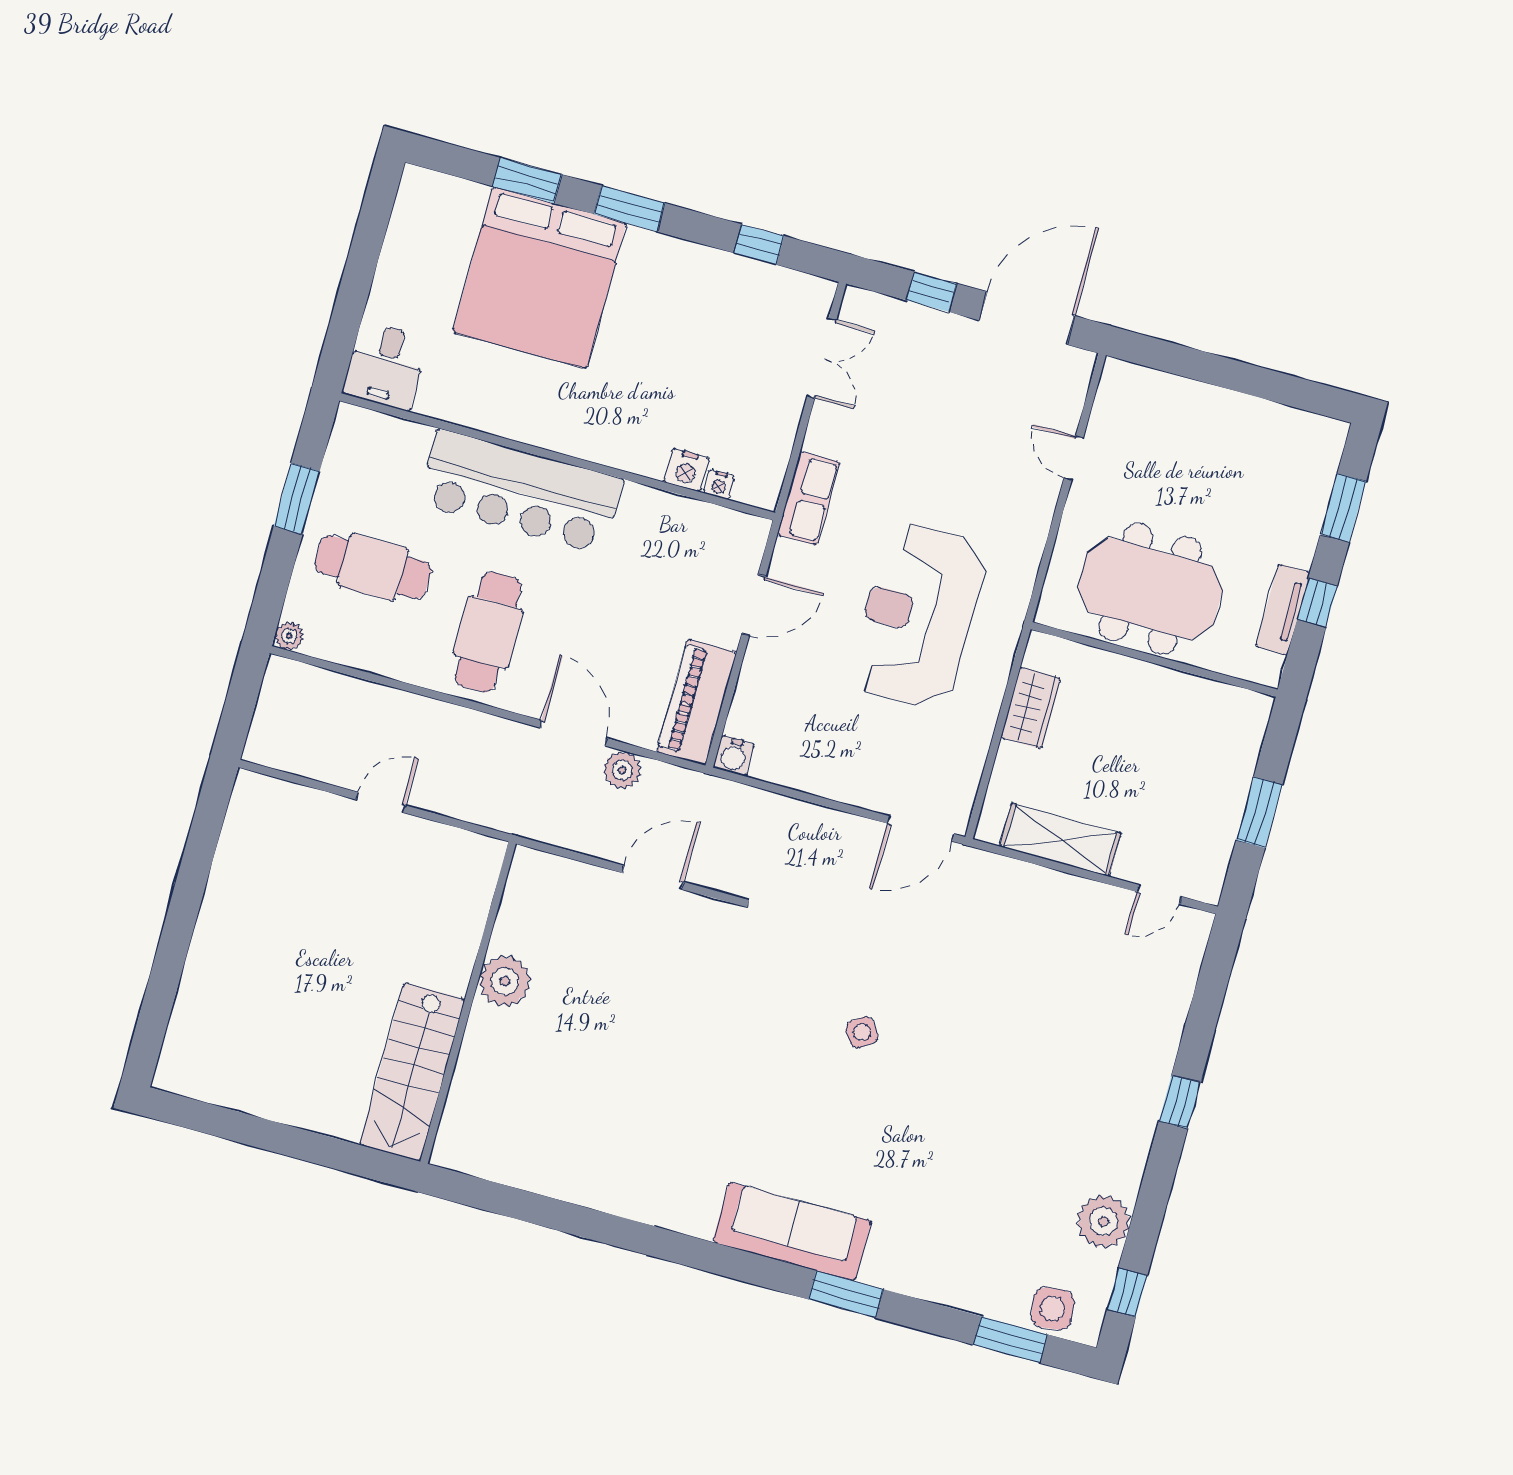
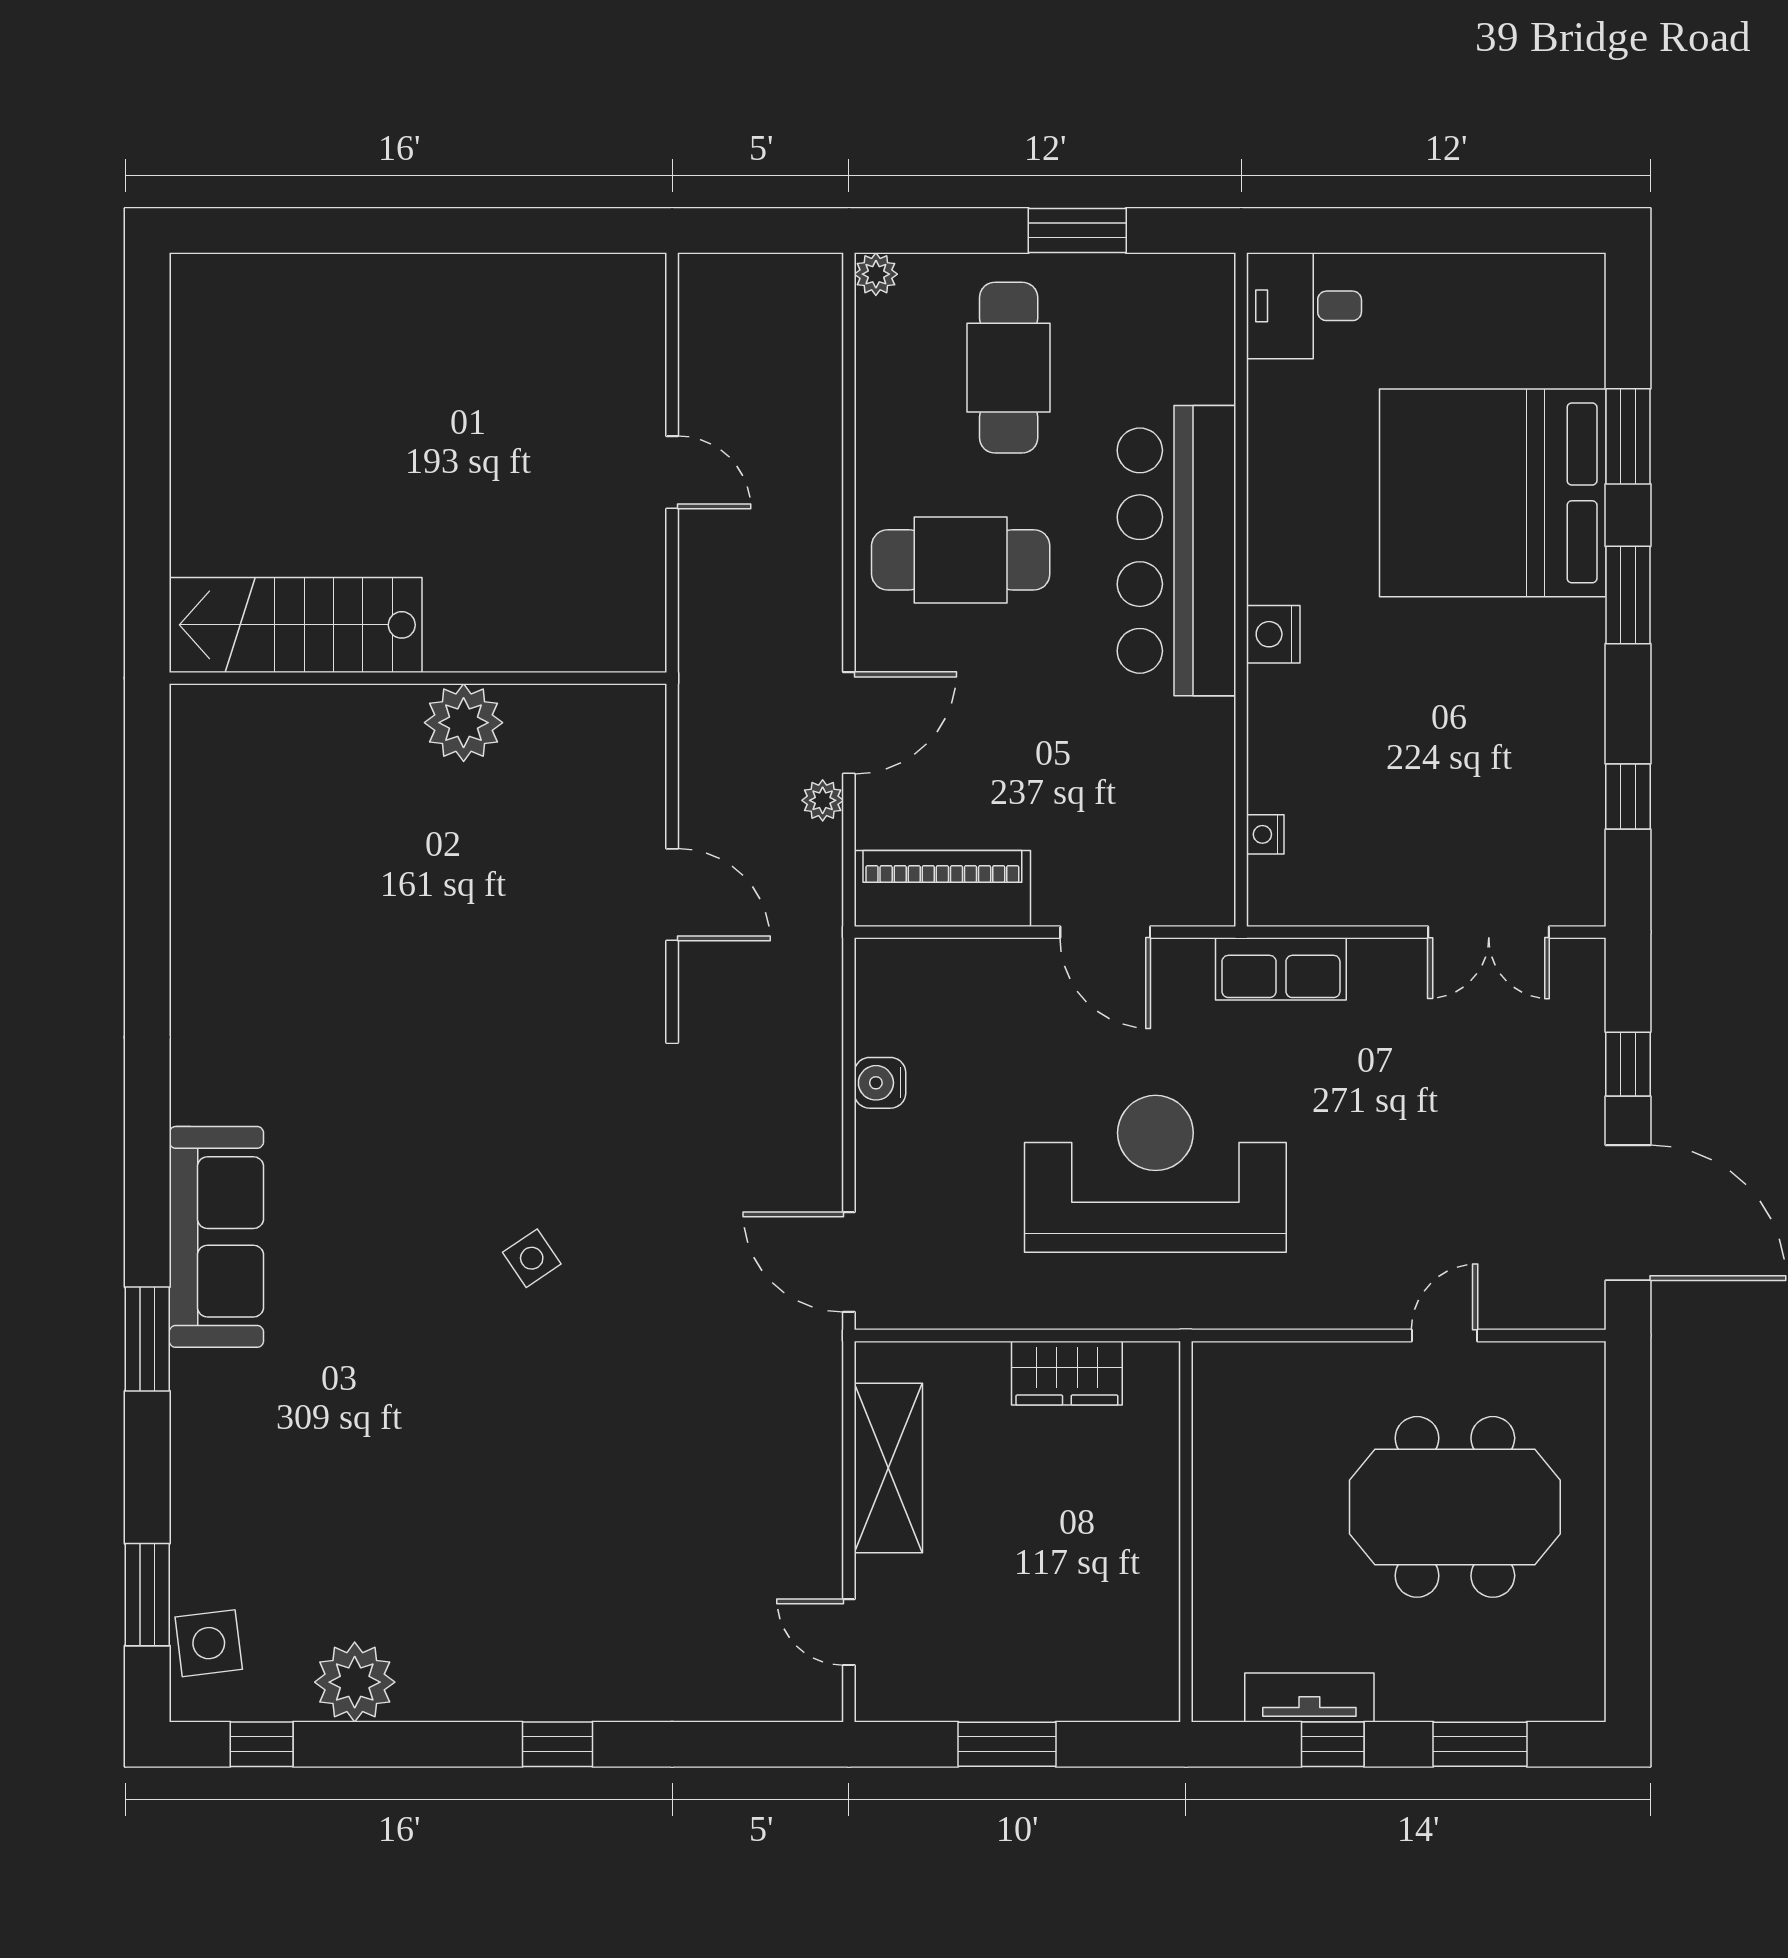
nightstand: (686, 470) -> (1273, 634), moved
meeting table: (1150, 589) -> (1455, 1507), moved, turned 90
water cooler: (734, 756) -> (880, 1083), moved
plant: (622, 770) -> (823, 800), width x0.73, depth x0.73

